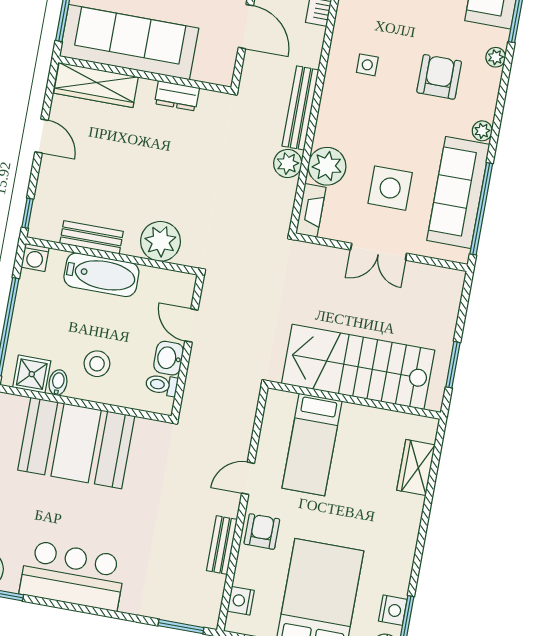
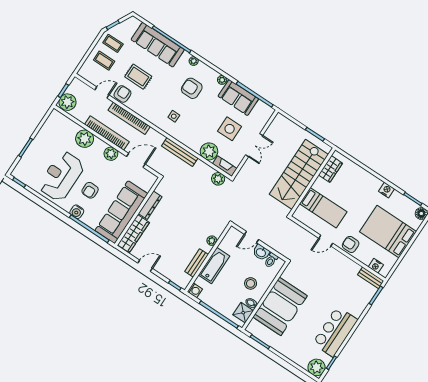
dresser: (177, 96) -> (150, 205), width x1.44
plant: (288, 164) -> (218, 179), moved
sofa: (458, 192) -> (238, 98), width x0.73
plant: (160, 241) -> (212, 241), width x0.53, depth x0.53
wardrobe: (416, 467) -> (330, 169), moved, turned -90
door: (248, 478) -> (326, 241), hinge flipped
bench: (222, 545) -> (371, 278), moved
nightstand: (393, 610) -> (387, 190), moved

